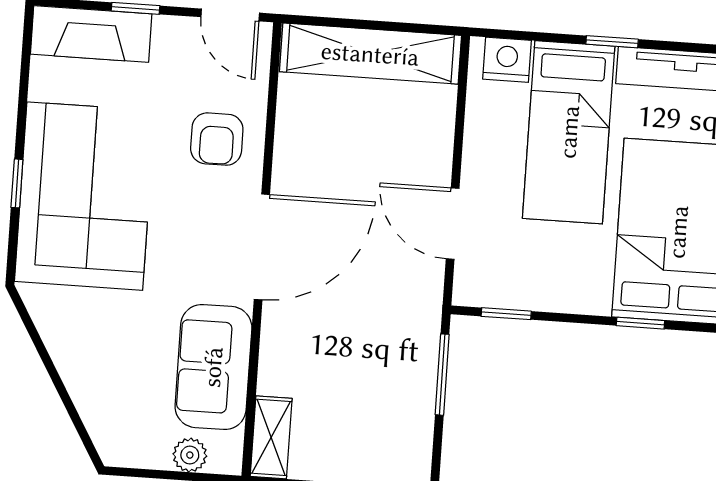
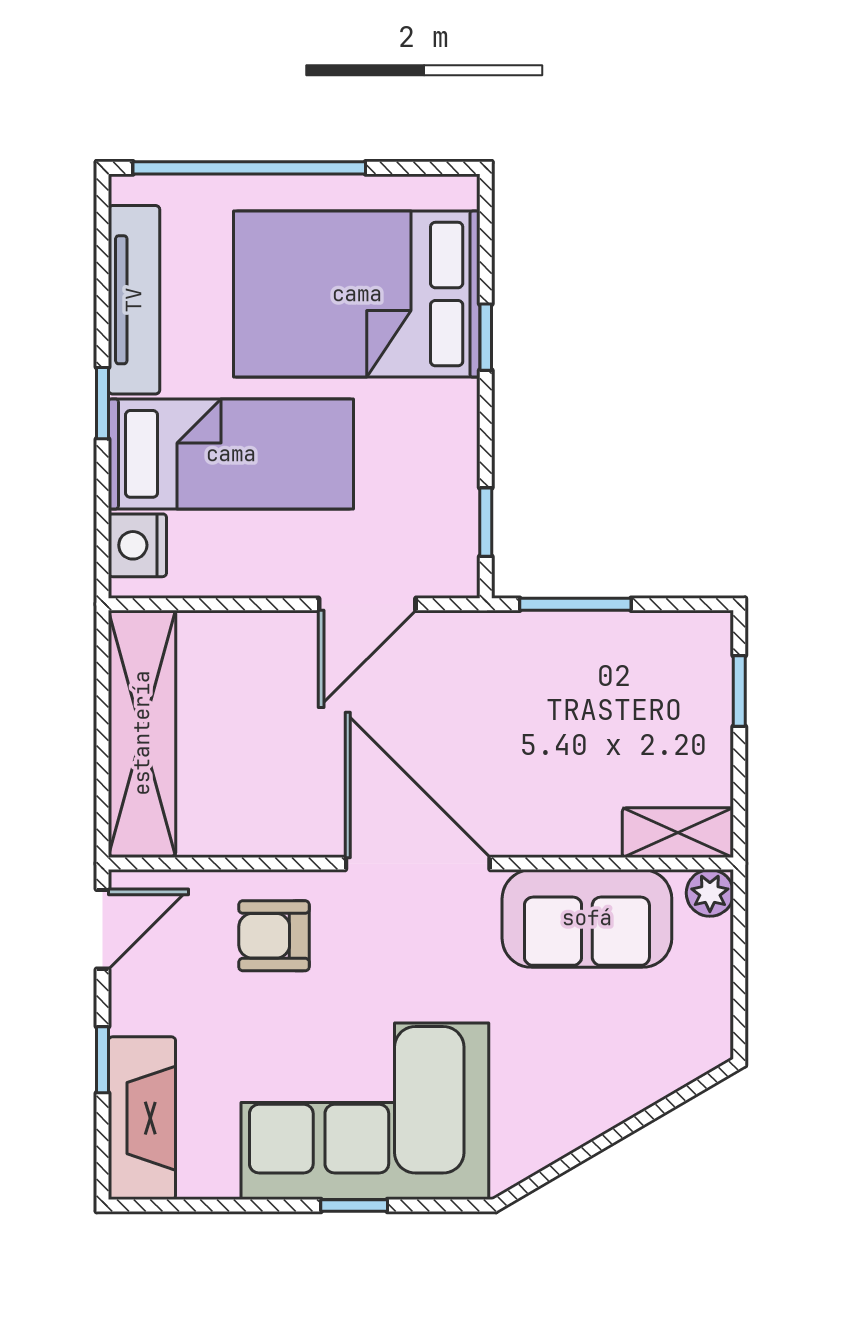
armchair: (217, 139) -> (274, 936), turned 180
plant: (190, 455) -> (710, 893), moved

